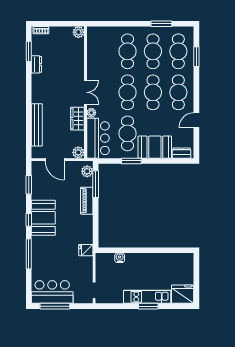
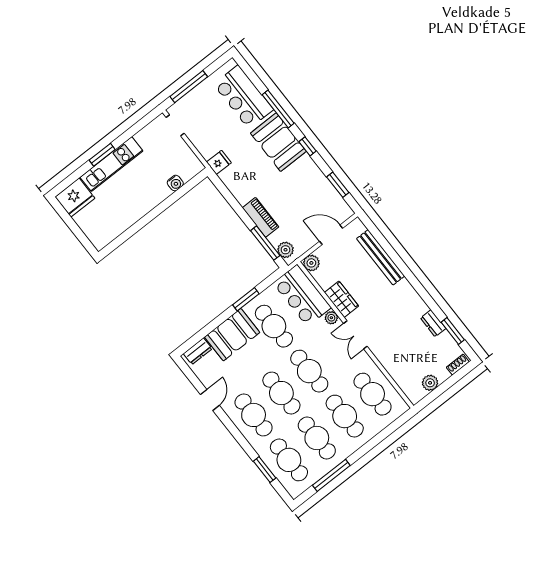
window: (161, 24) -> (331, 475), width x1.44
plant: (78, 32) -> (430, 383), moved
cafe table: (102, 51) -> (373, 394), added
booth: (43, 218) -> (278, 142), moved
bar counter: (52, 292) -> (243, 97), moved, turned 90
window: (55, 306) -> (189, 87), moved

